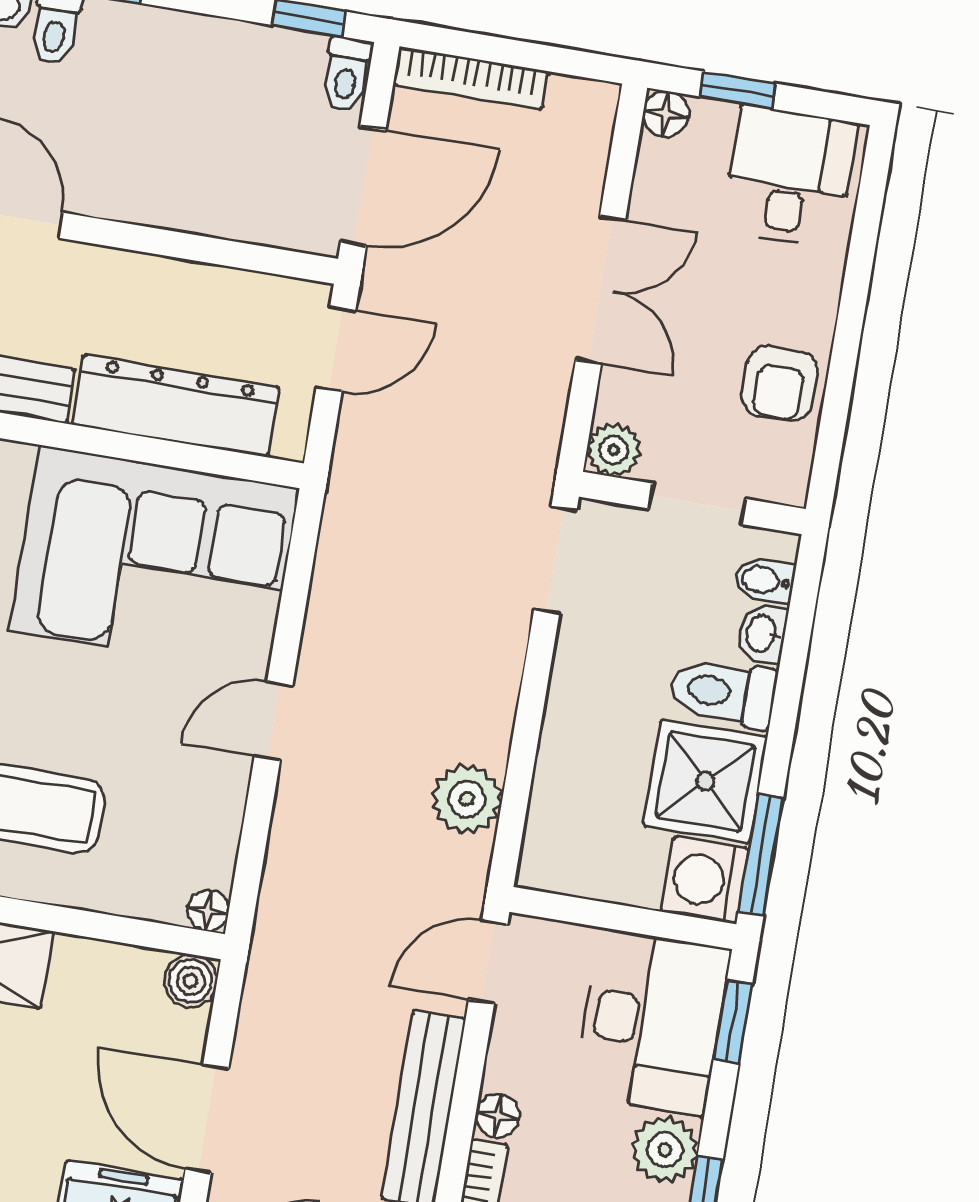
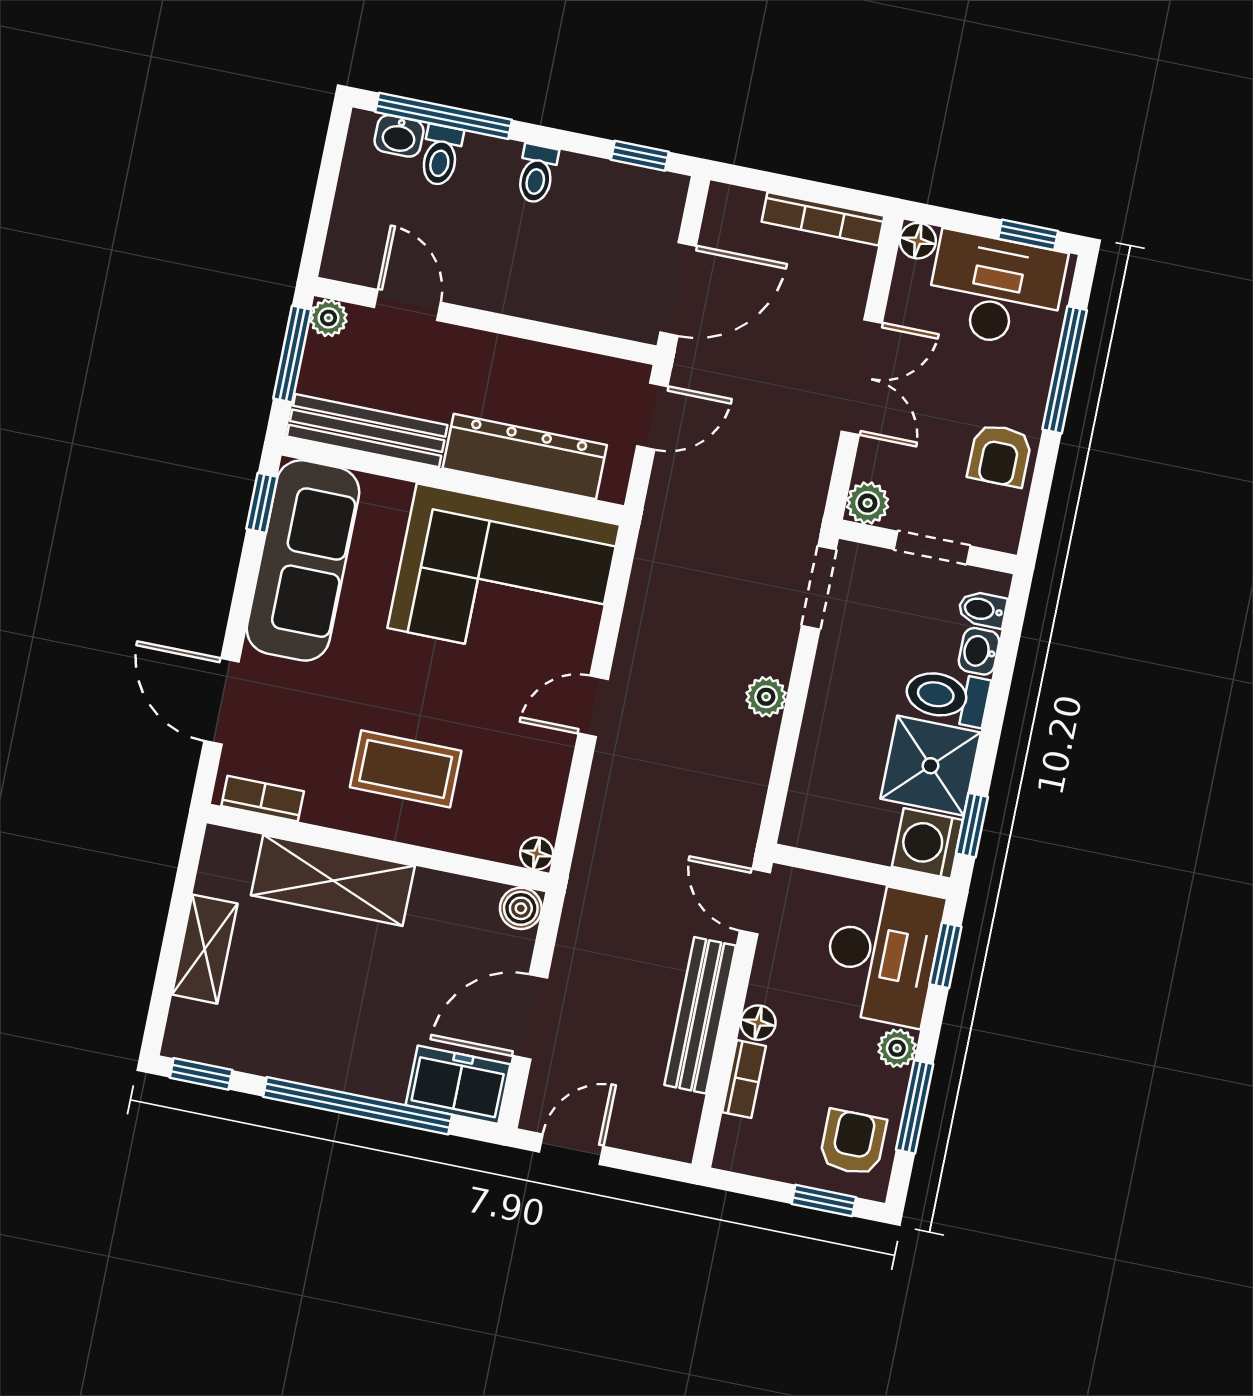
toilet: (347, 74) -> (537, 174), moved
bookcase: (471, 78) -> (823, 219), moved
window: (738, 90) -> (1028, 235), moved
desk: (789, 177) -> (996, 290), width x1.37
window: (858, 272) -> (1065, 370), added
plant: (467, 799) -> (766, 697), moved, width x0.73, depth x0.73
window: (761, 855) -> (972, 825), width x0.67
door: (488, 962) -> (755, 902), hinge flipped
door: (207, 1119) -> (530, 1017), hinge flipped
plant: (665, 1150) -> (897, 1048), width x0.73, depth x0.73

